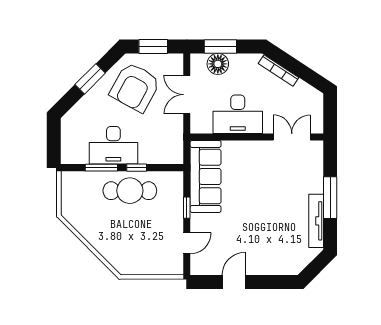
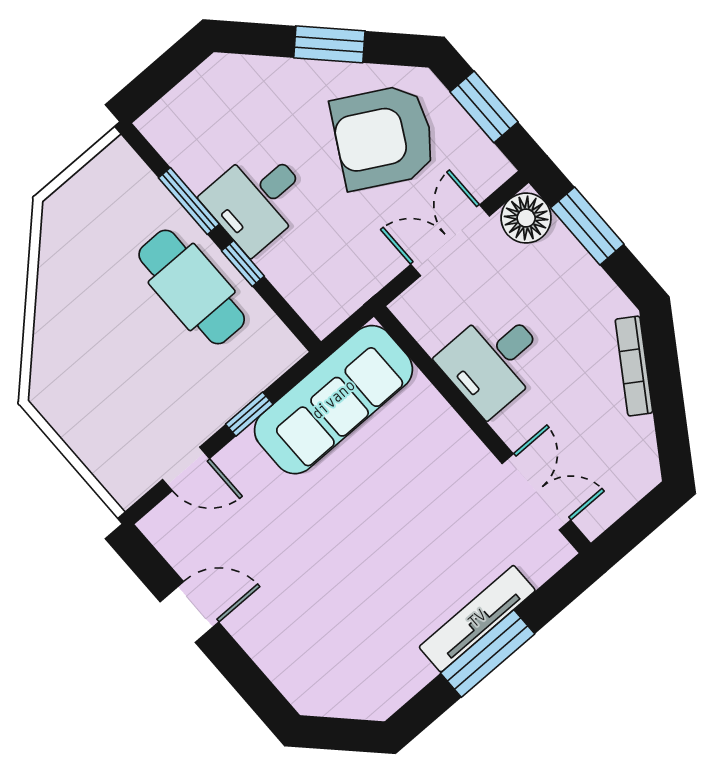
floor lamp: (218, 64) -> (526, 218), moved
desk: (238, 114) -> (493, 361), width x0.73
desk: (113, 145) -> (257, 200), width x0.73
tv unit: (316, 221) -> (477, 619), moved

